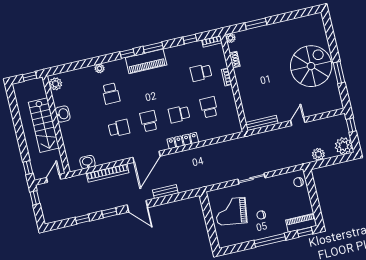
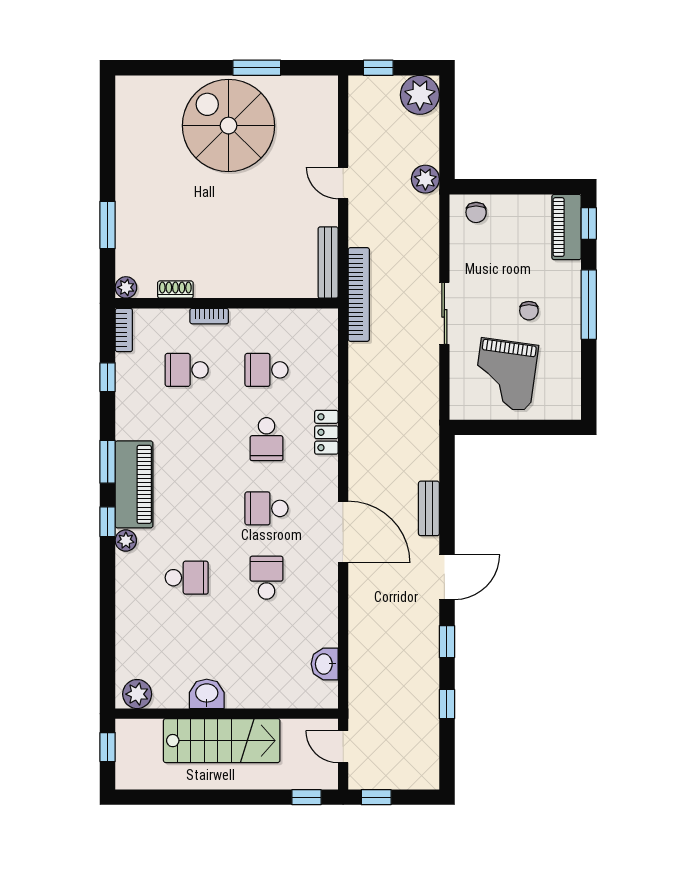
plant: (99, 68) -> (126, 540), moved
school desk: (201, 73) -> (187, 370), turned 90
locker: (183, 141) -> (326, 432), width x0.66
plant: (318, 154) -> (425, 179), moved
bookcase: (108, 173) -> (359, 294), moved

